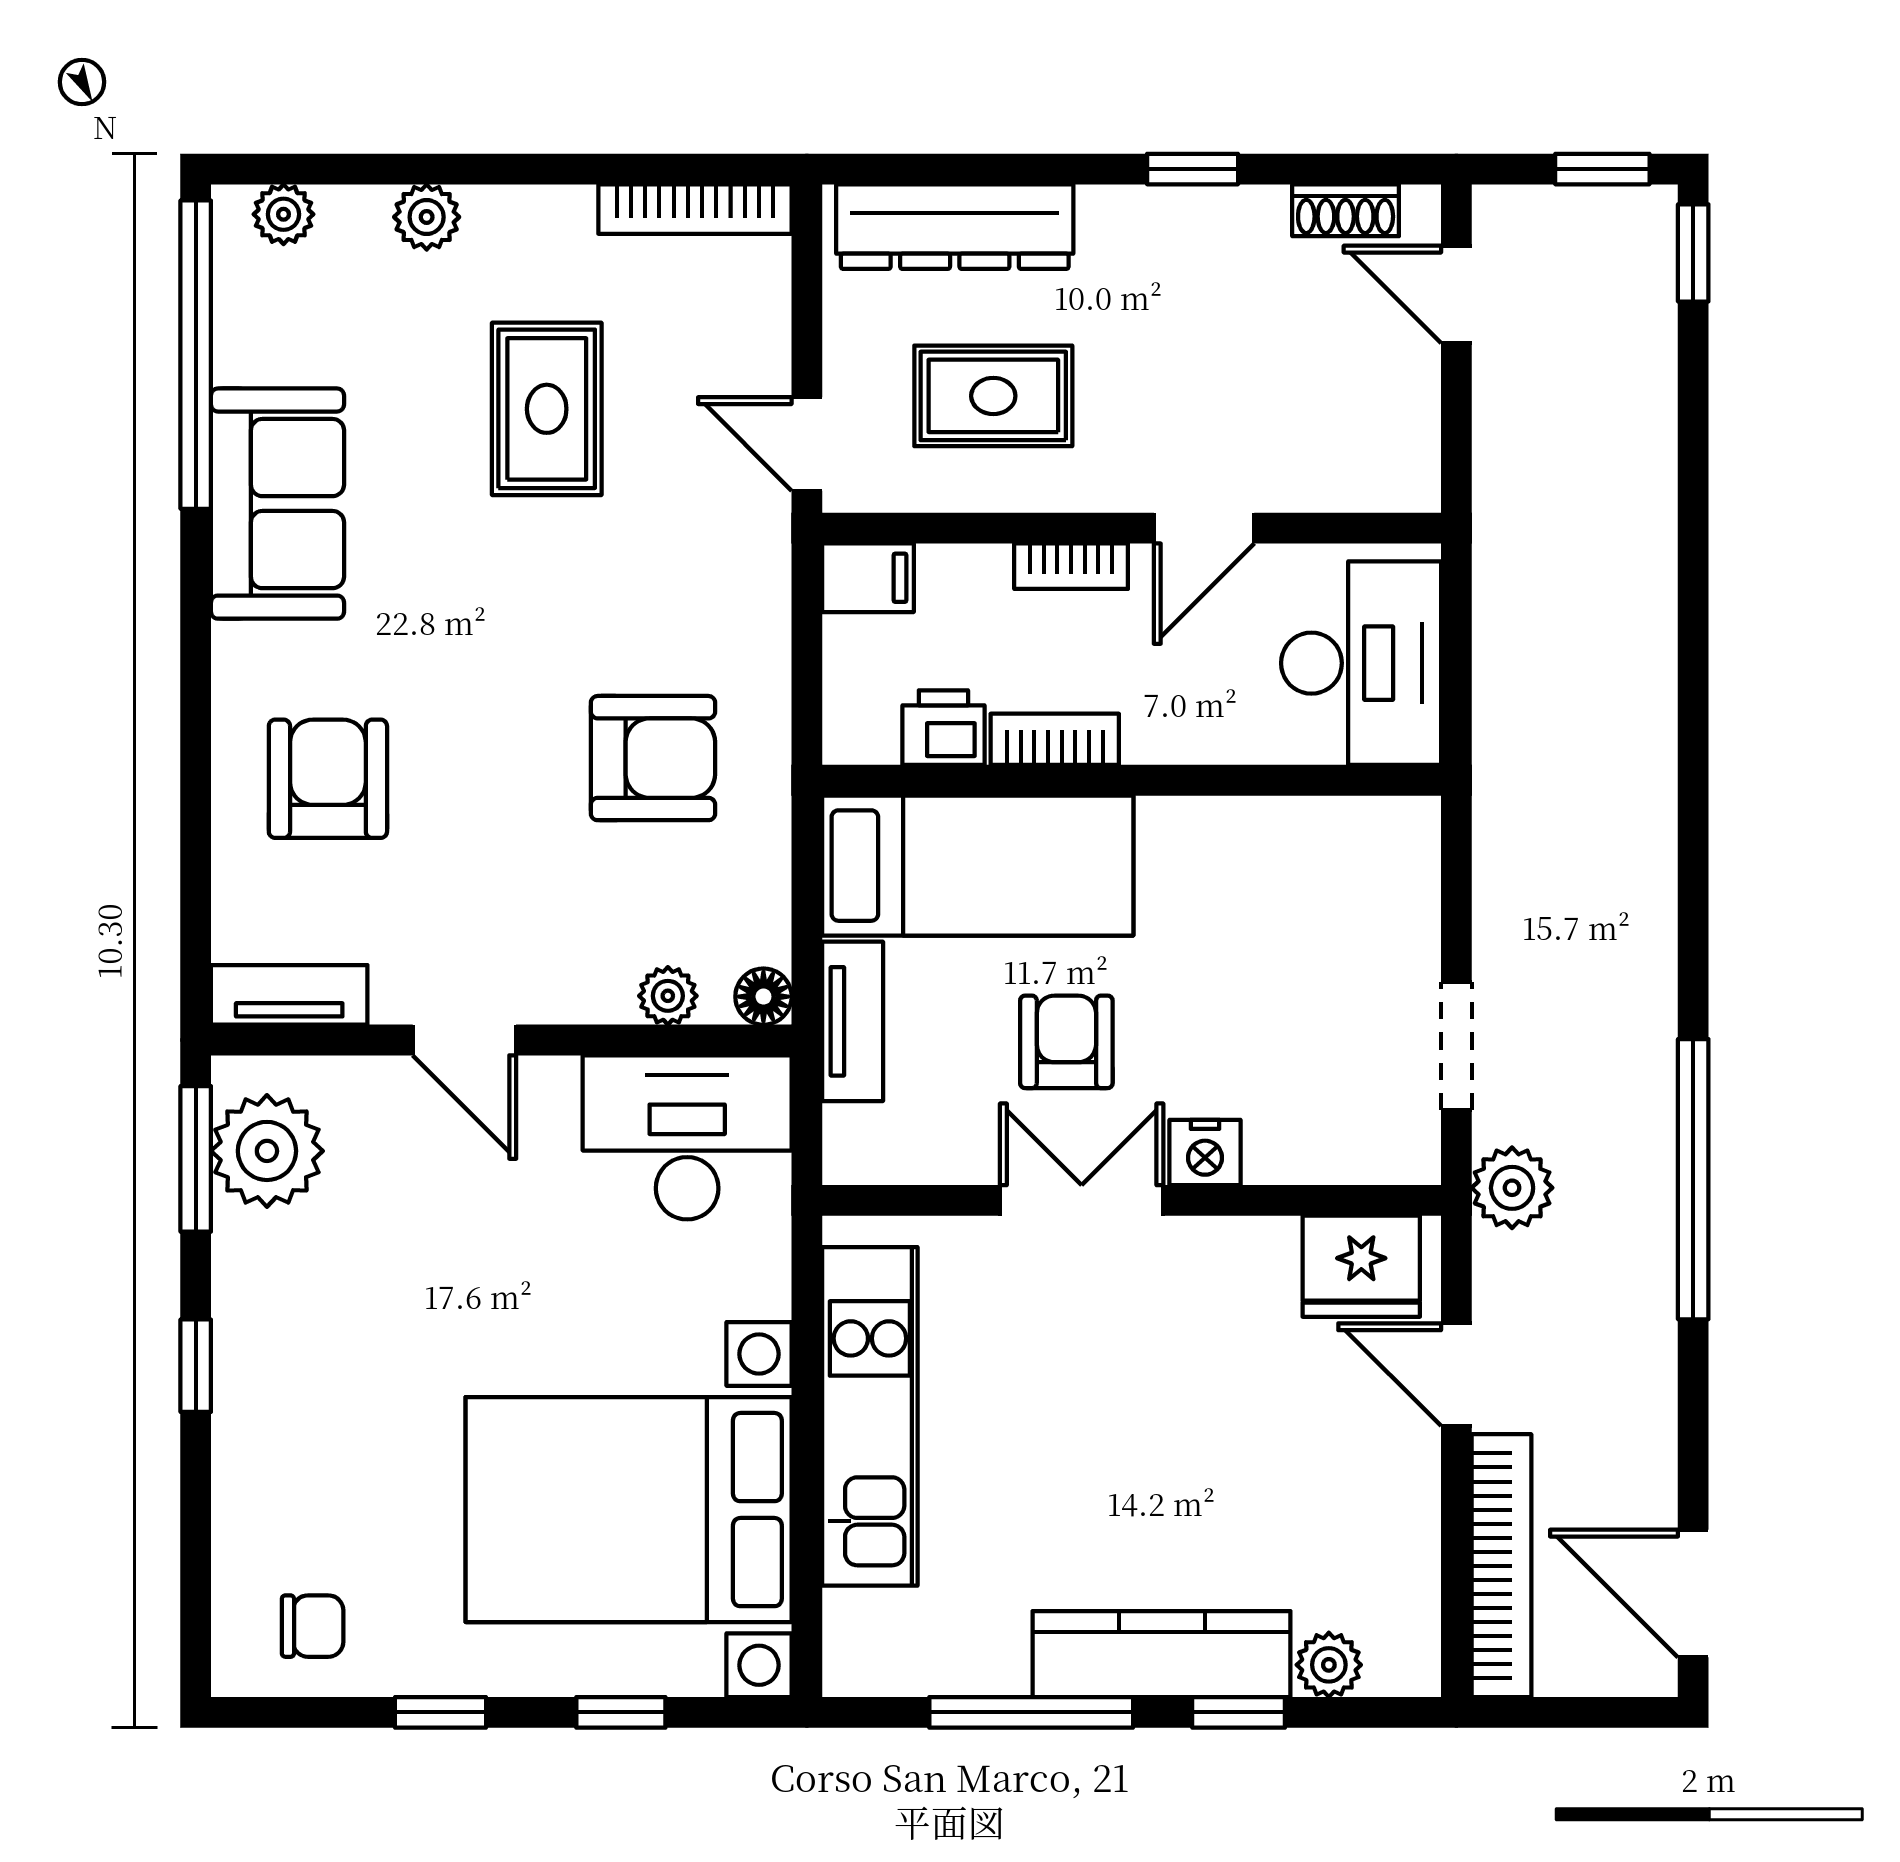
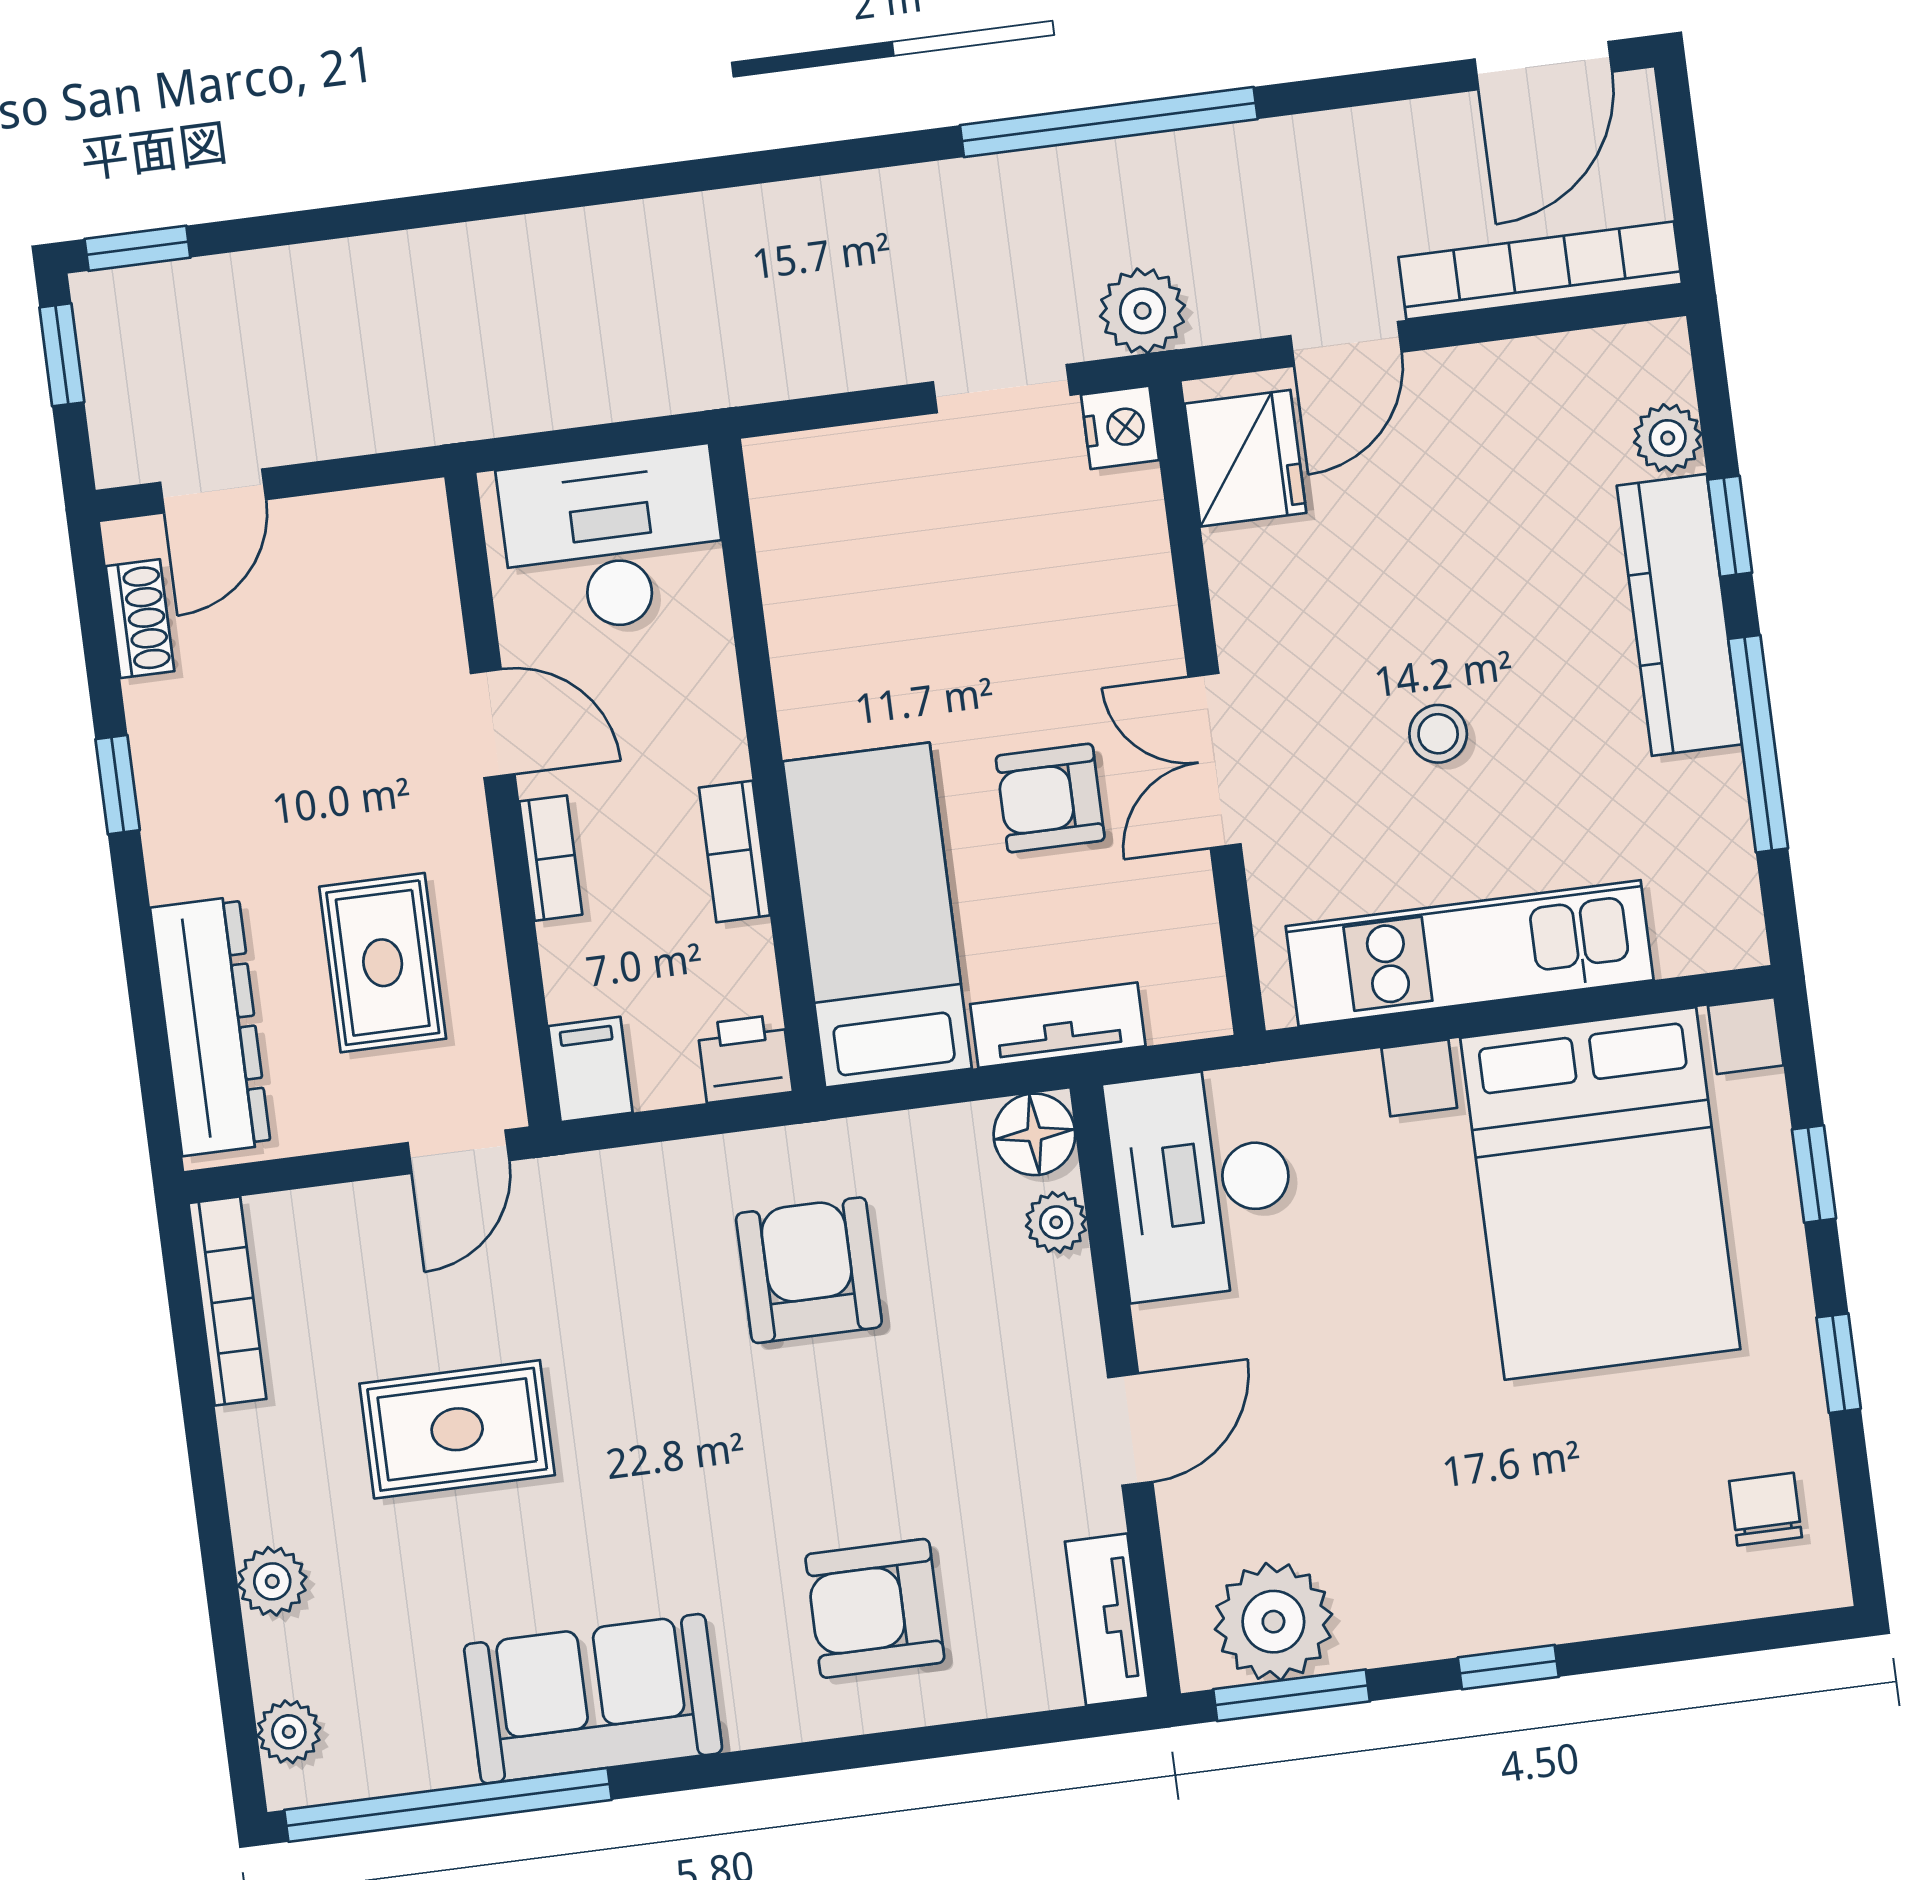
printer: (943, 728) -> (745, 1058), moved, turned 90
floor lamp: (763, 997) -> (1034, 1134), width x1.37, depth x1.37
nightstand: (1205, 1152) -> (1120, 427), moved
stool: (1079, 1413) -> (1438, 734), added

